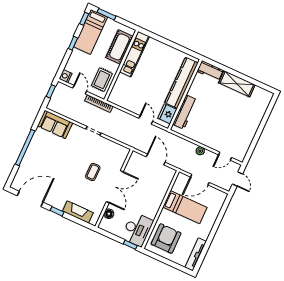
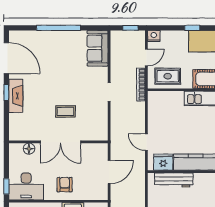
door: (146, 120) -> (146, 142), swing flipped
armchair: (150, 199) -> (65, 185), added
fireplace: (78, 212) -> (16, 96), moved

